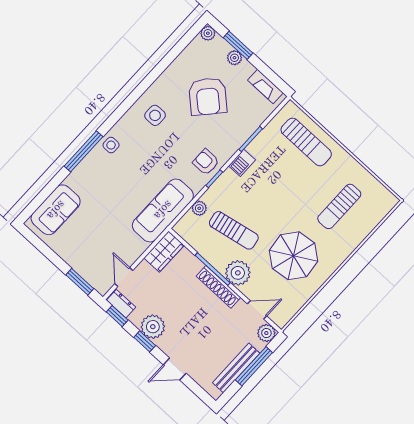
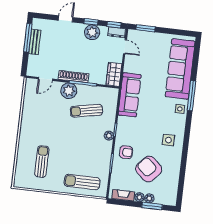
plant: (208, 33) -> (139, 197), moved
armchair: (206, 162) -> (126, 152), moved
barbecue: (242, 163) -> (107, 148), removed
plant: (199, 208) -> (109, 136), moved
sofa: (56, 210) -> (180, 69), width x1.85, depth x1.27
parasol: (294, 256) -> (47, 120), removed
plant: (266, 333) -> (32, 71), removed
window: (254, 366) -> (28, 38), moved
bench: (236, 368) -> (35, 42), width x0.73

